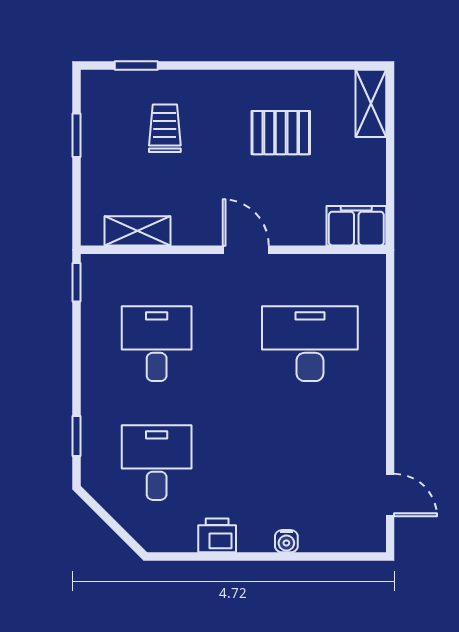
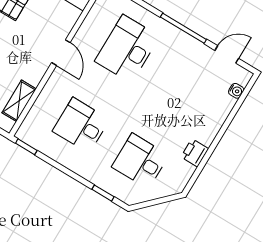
door: (246, 250) -> (61, 53), swing flipped
window: (390, 408) -> (183, 28), added
water cooler: (286, 541) -> (236, 91), moved

